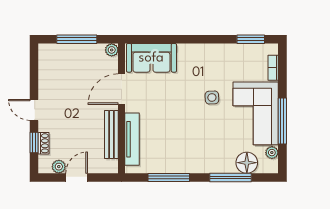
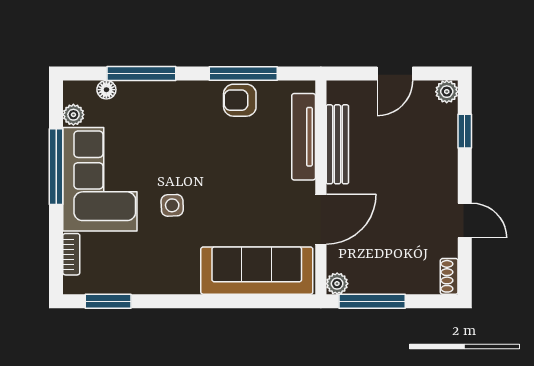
window: (77, 39) -> (372, 301), moved
sofa: (151, 58) -> (257, 271), width x1.36
door: (34, 110) -> (465, 221), moved
shoe rack: (44, 143) -> (449, 276), moved
armchair: (171, 161) -> (240, 100), added
floor lamp: (247, 163) -> (106, 90), width x0.53, depth x0.53
plant: (59, 167) -> (447, 92), moved

